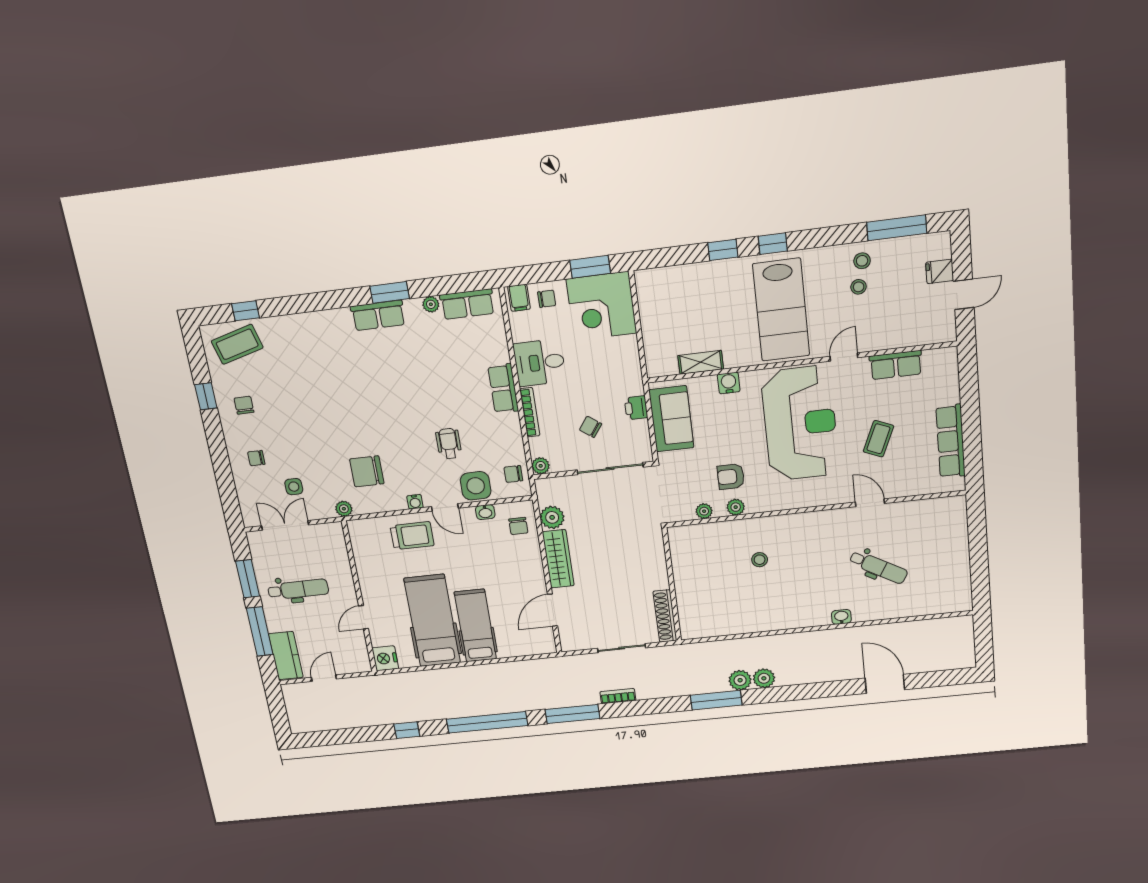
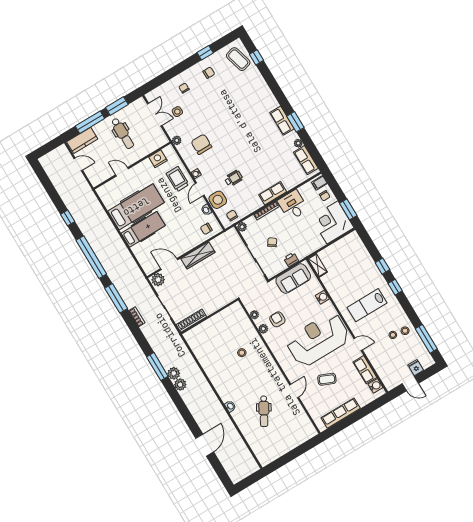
lab bench: (781, 310) -> (367, 305), width x0.73, depth x0.72
water cooler: (935, 359) -> (375, 386), added
shelving: (701, 362) -> (318, 265), moved
reception desk: (800, 423) -> (318, 339), turned 180
plant: (552, 517) -> (158, 280), moved
trolley: (412, 536) -> (178, 179), turned 180
nightstand: (385, 658) -> (158, 159), moved

